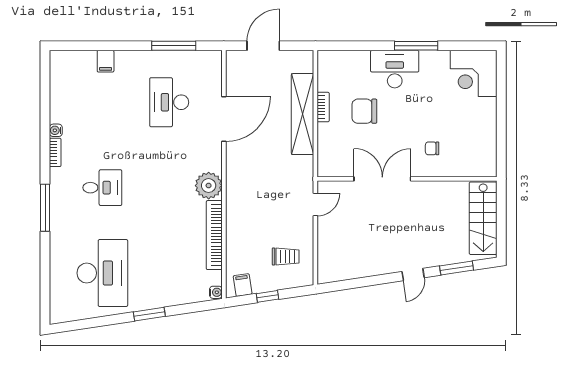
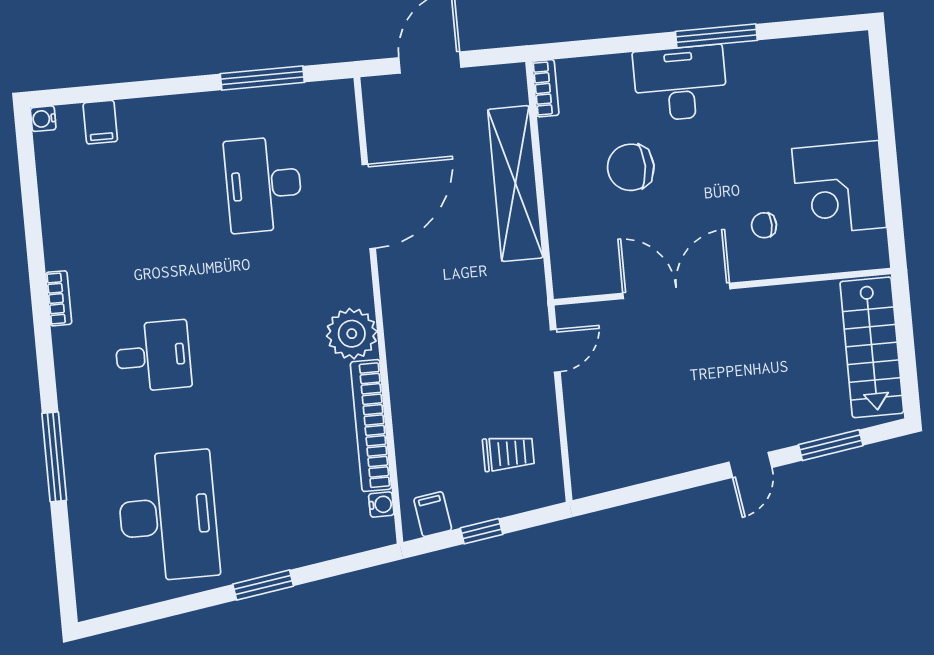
filing cabinet: (106, 61) -> (100, 122), moved
corner desk: (474, 73) -> (839, 188), moved
bookcase: (323, 107) -> (545, 88), moved
water cooler: (56, 130) -> (43, 119), moved
window: (45, 208) -> (54, 457), moved
water cooler: (216, 292) -> (381, 504), moved

